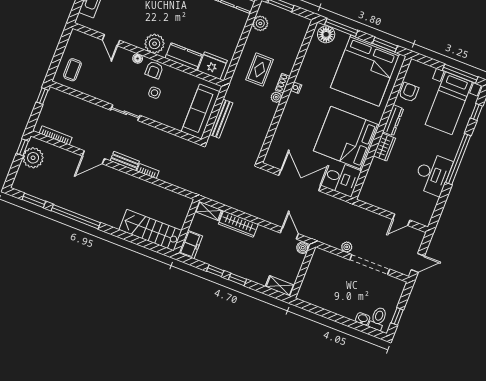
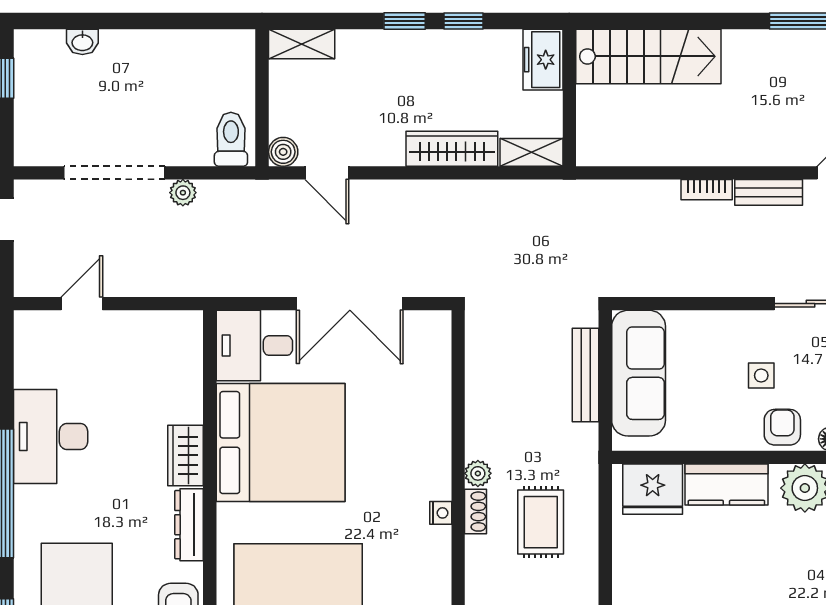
toilet: (378, 319) -> (231, 139), moved, turned 180

